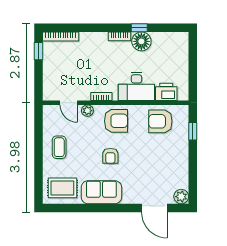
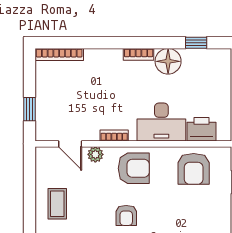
window: (139, 28) -> (196, 43), moved
window: (39, 51) -> (29, 109), moved
armchair: (160, 121) -> (194, 169), turned -90

